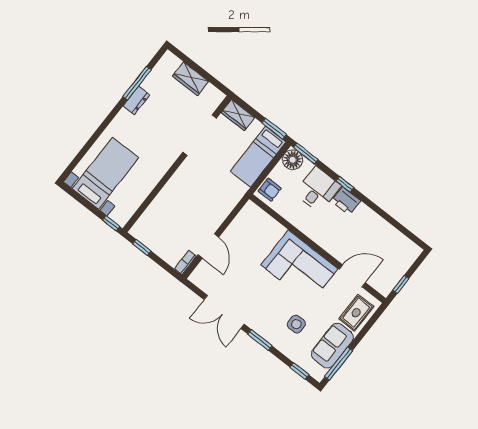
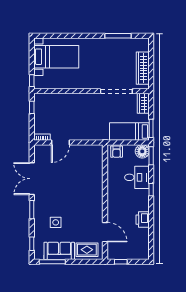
wardrobe: (191, 79) -> (143, 68), width x1.50
dresser: (136, 100) -> (108, 43), removed
printer: (346, 201) -> (143, 220), moved
corner sofa: (299, 267) -> (88, 200), removed

